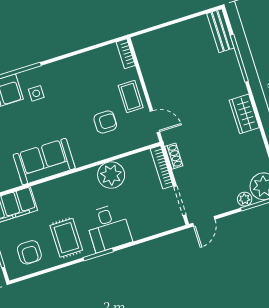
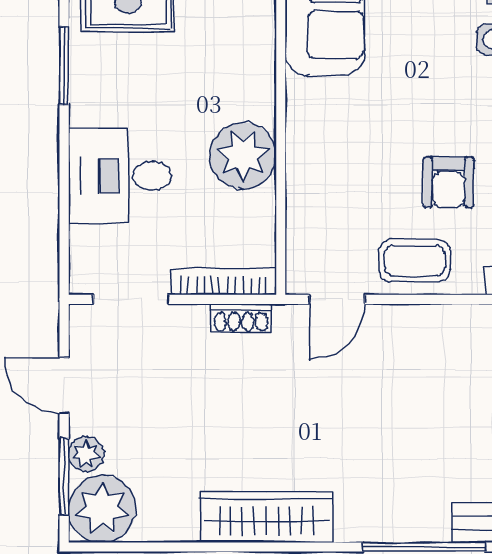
wardrobe: (244, 114) -> (267, 517), width x1.50
armchair: (105, 122) -> (449, 182), moved
door: (204, 221) -> (64, 385), moved
desk: (108, 228) -> (120, 176), moved

